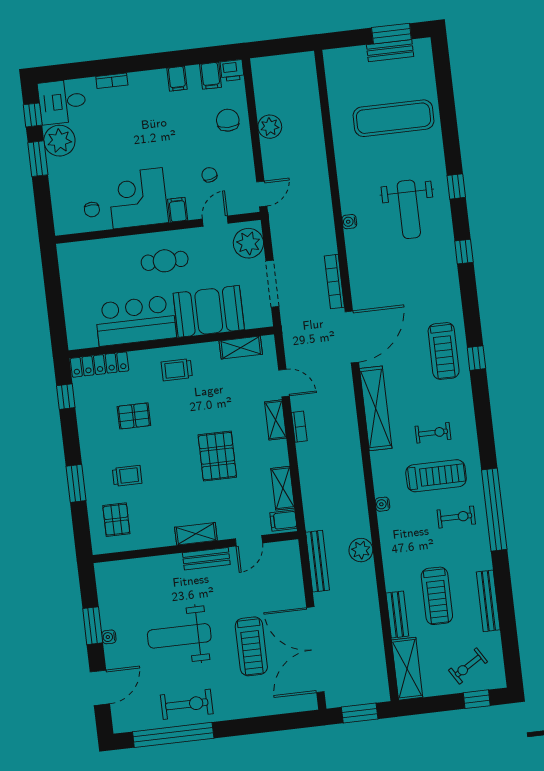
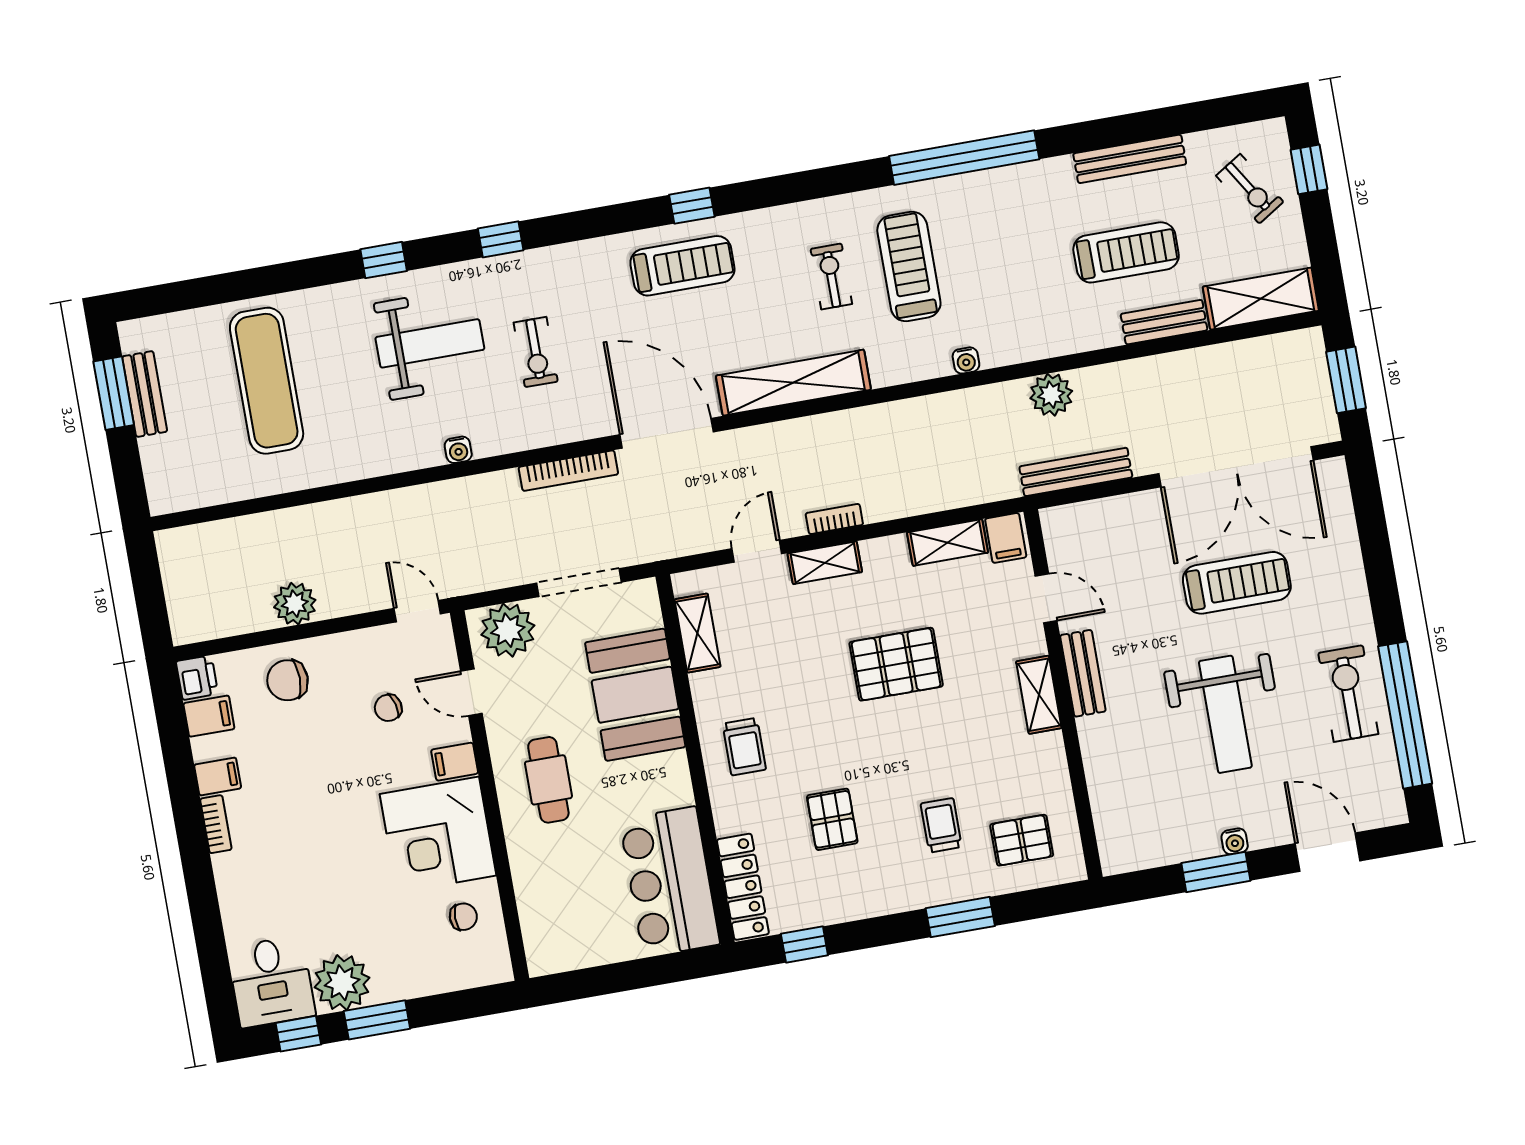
bookcase: (112, 81) -> (216, 824), moved
bar counter: (135, 321) -> (670, 882), moved
exercise bike: (456, 517) -> (536, 352), moved, turned 180

